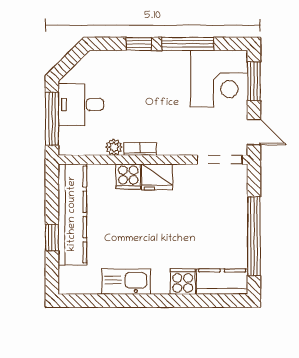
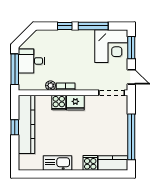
window: (52, 238) -> (15, 127), moved

